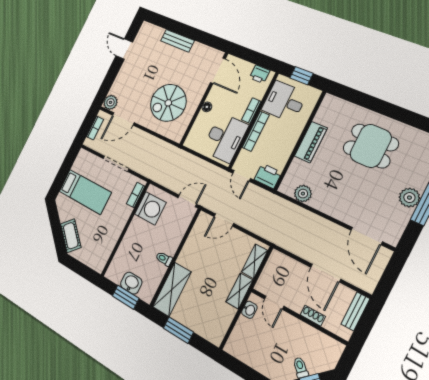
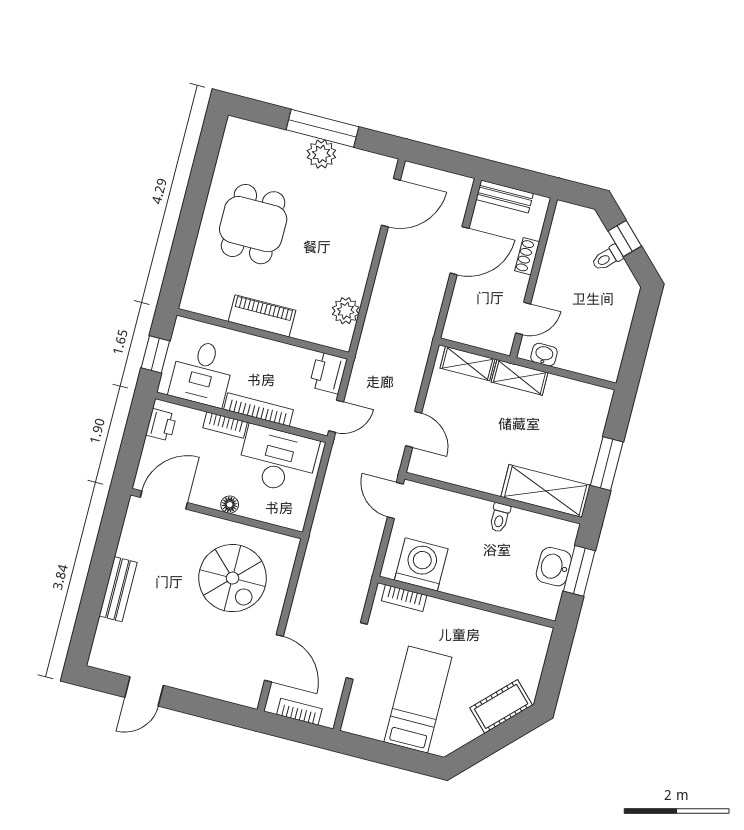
plant: (110, 102) -> (247, 693), removed

